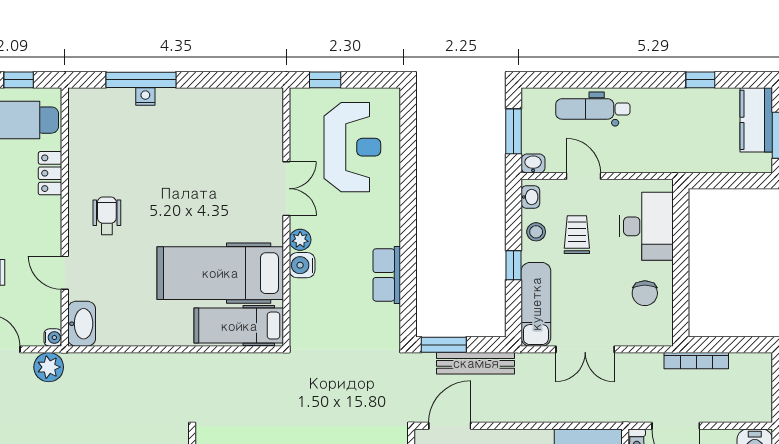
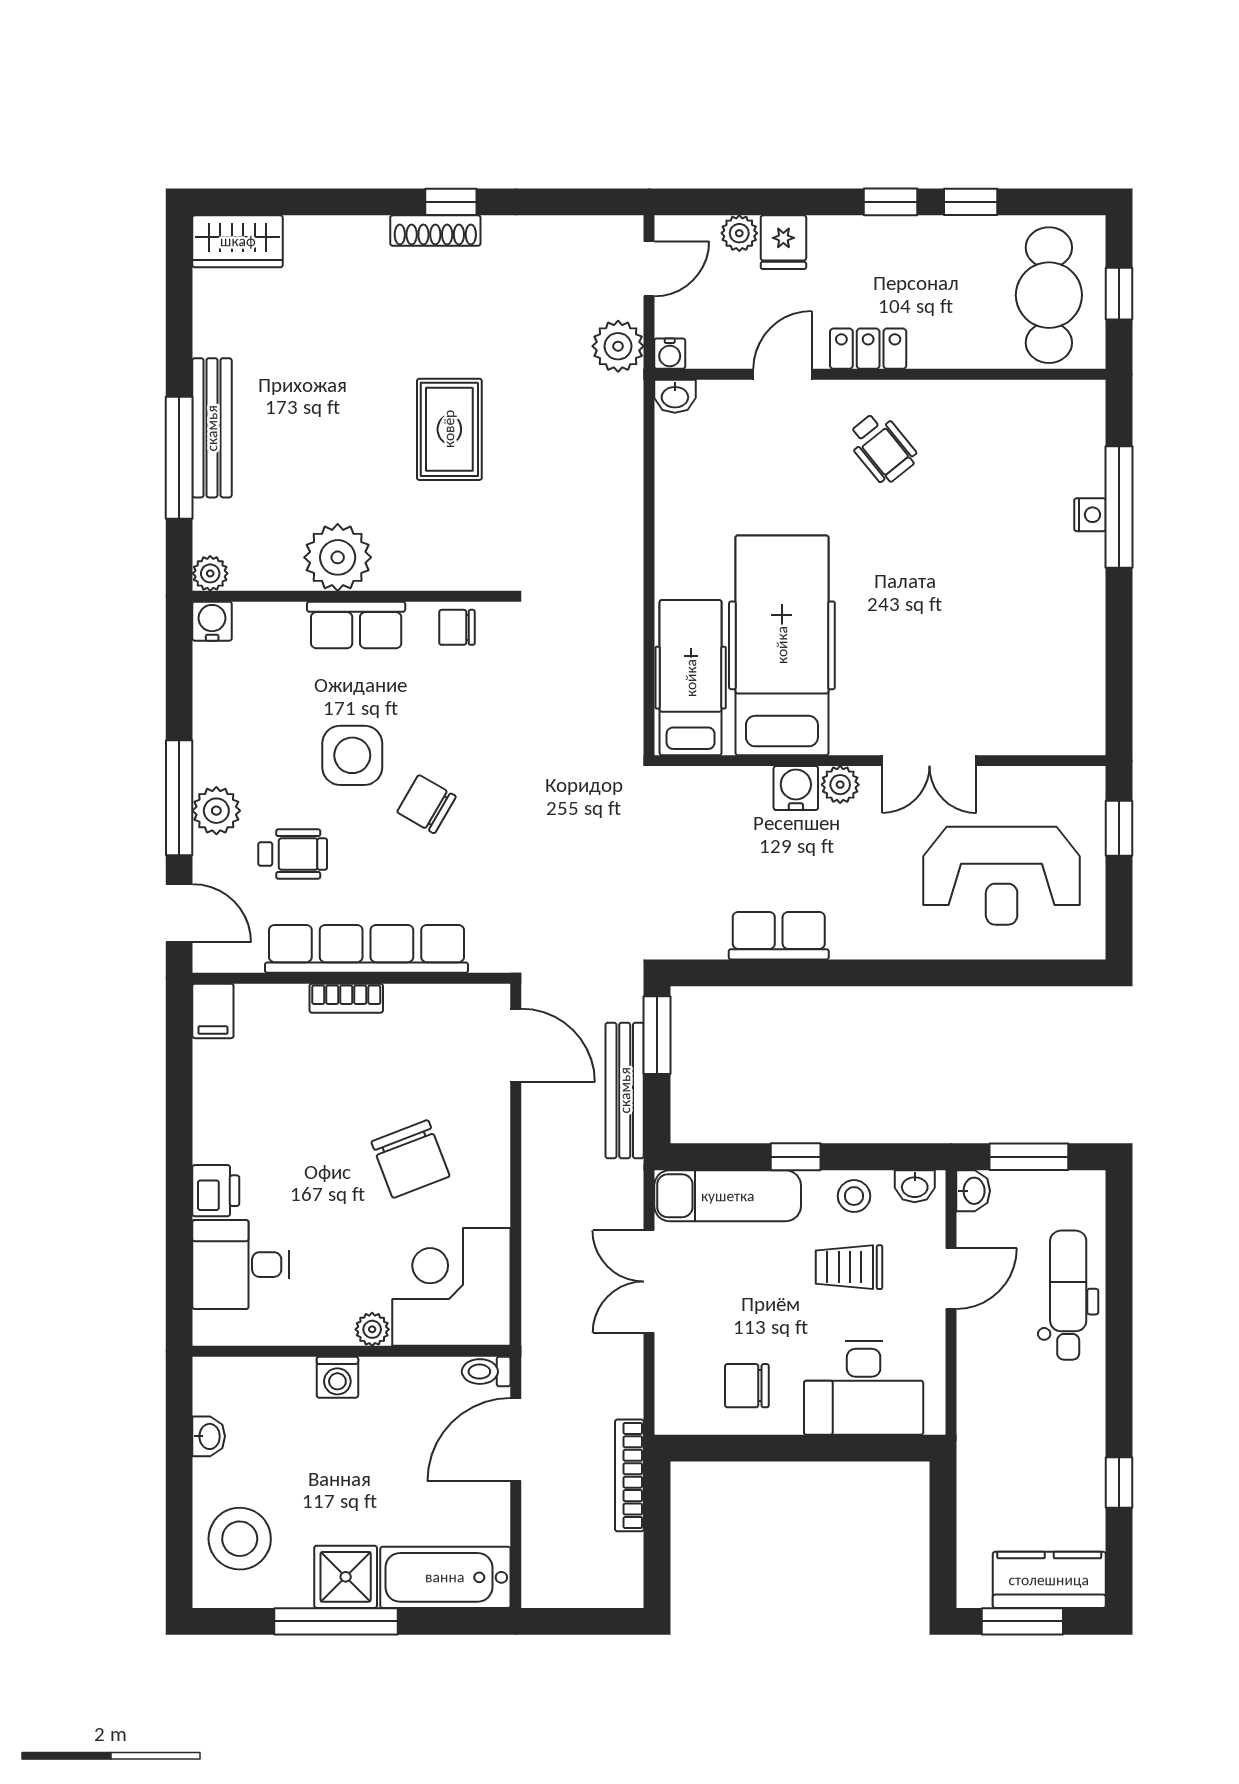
locker: (50, 173) -> (868, 349), moved
wheelchair: (107, 216) -> (882, 448), turned 51
trolley: (577, 235) -> (849, 1267), turned 180
washbasin: (82, 324) -> (675, 396), width x0.52, depth x0.69

